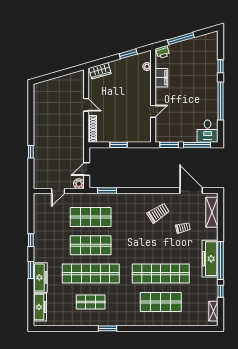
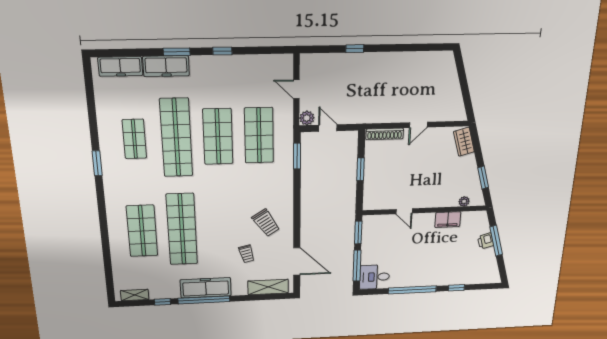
printer: (163, 52) -> (486, 241), moved
door: (191, 190) -> (297, 261), hinge flipped

